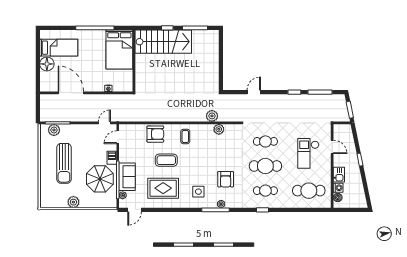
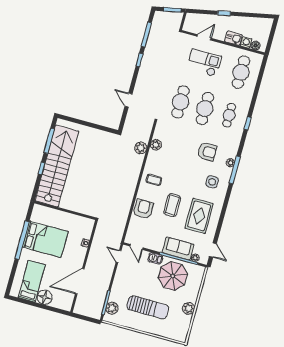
stairs: (163, 42) -> (57, 166), width x1.36
bed: (119, 50) -> (45, 239), moved
cafe table: (265, 141) -> (181, 102), width x1.37, depth x1.35
checkout: (308, 153) -> (204, 63), turned 180

